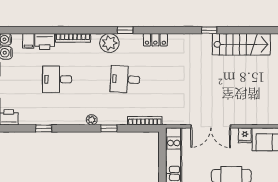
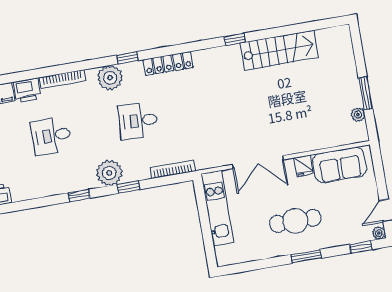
locker: (155, 40) -> (168, 63), width x1.53
plant: (92, 120) -> (109, 173), width x1.87, depth x1.87
window: (44, 128) -> (79, 196), moved

